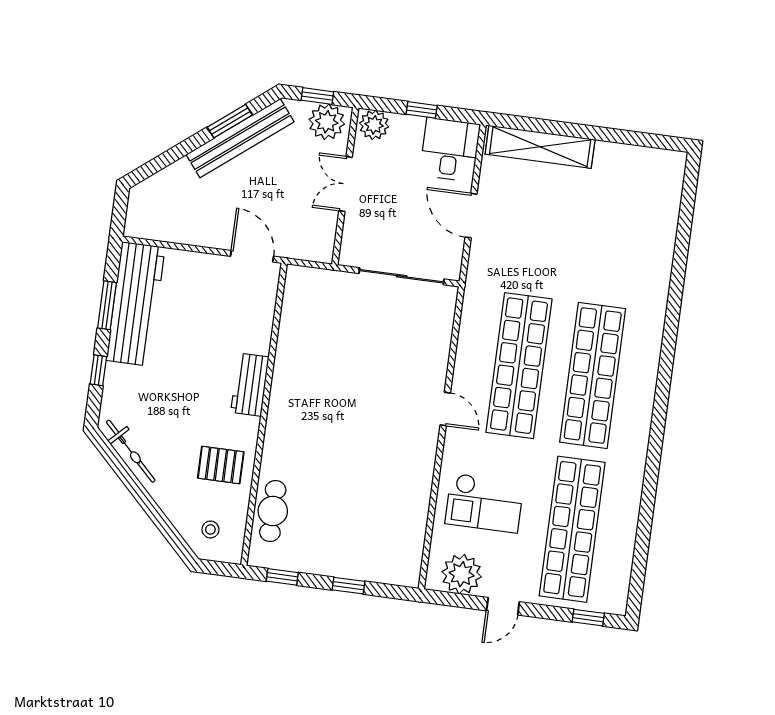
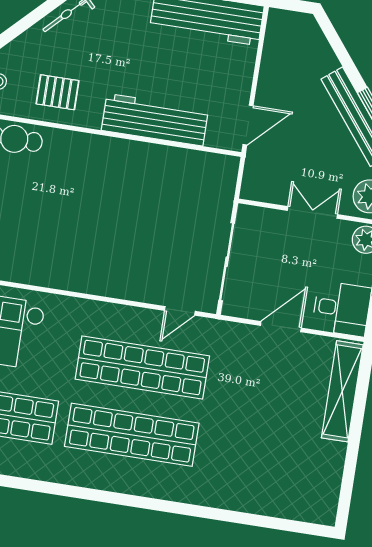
workbench: (250, 385) -> (155, 120), width x1.88, depth x1.32
door: (445, 409) -> (180, 311), moved
pallet: (221, 465) -> (57, 92), turned 90

